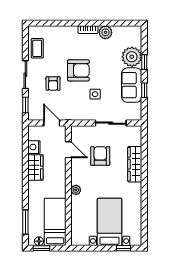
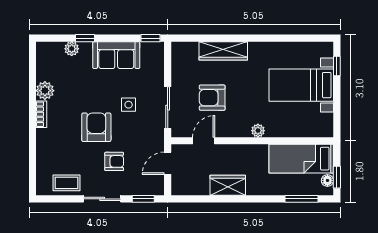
plant: (132, 57) -> (72, 49), width x0.53, depth x0.53
window: (144, 90) -> (150, 38), moved
sliding door: (111, 123) -> (168, 108), moved
nightstand: (34, 147) -> (200, 187), removed

